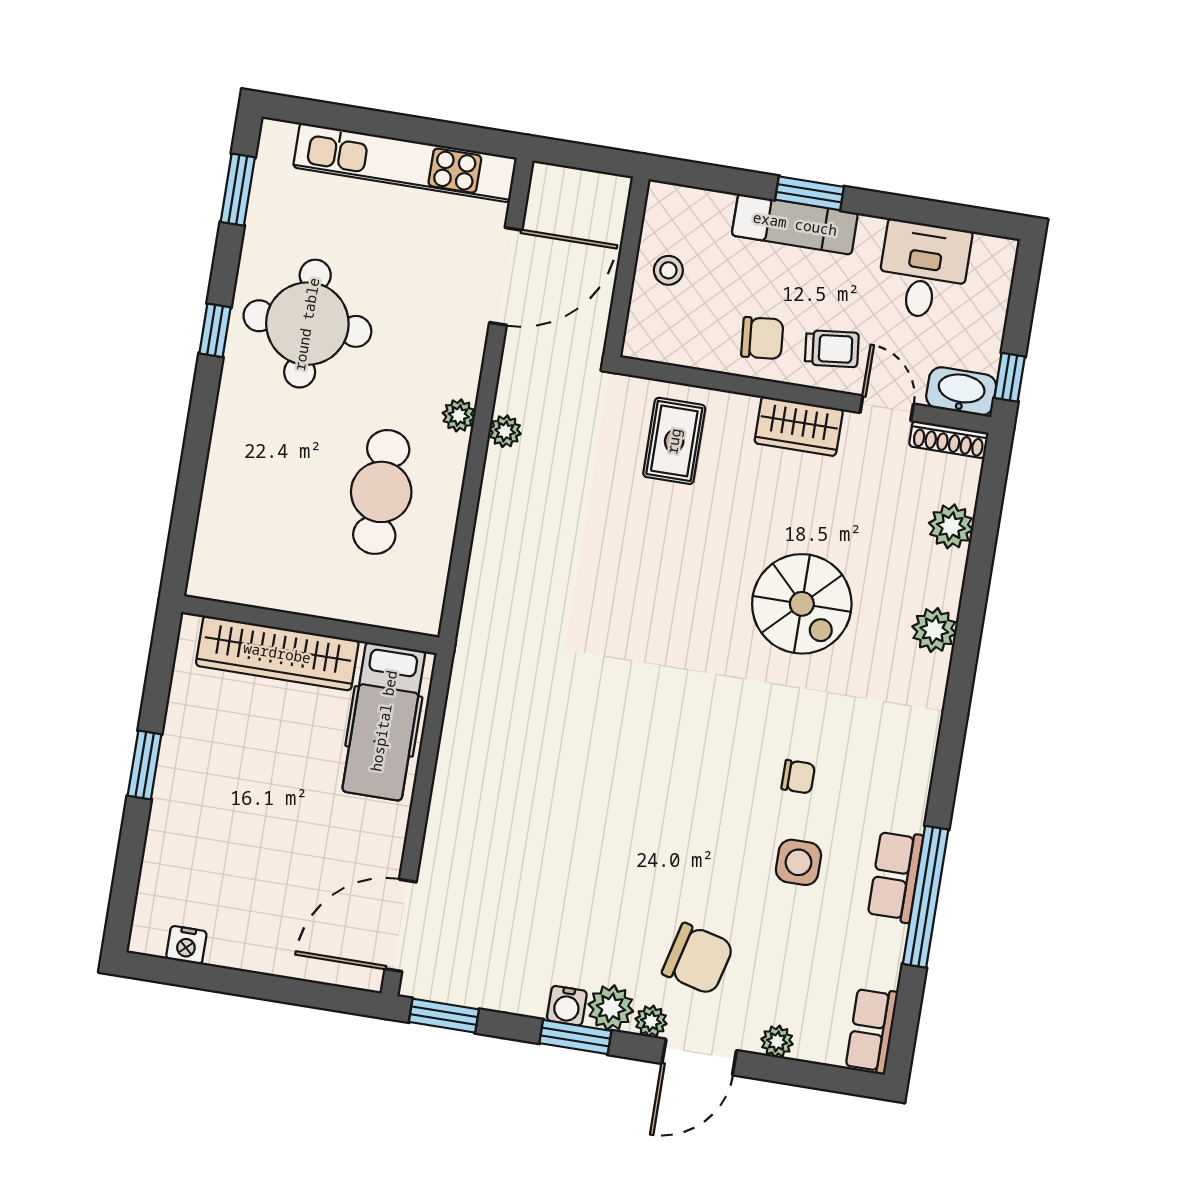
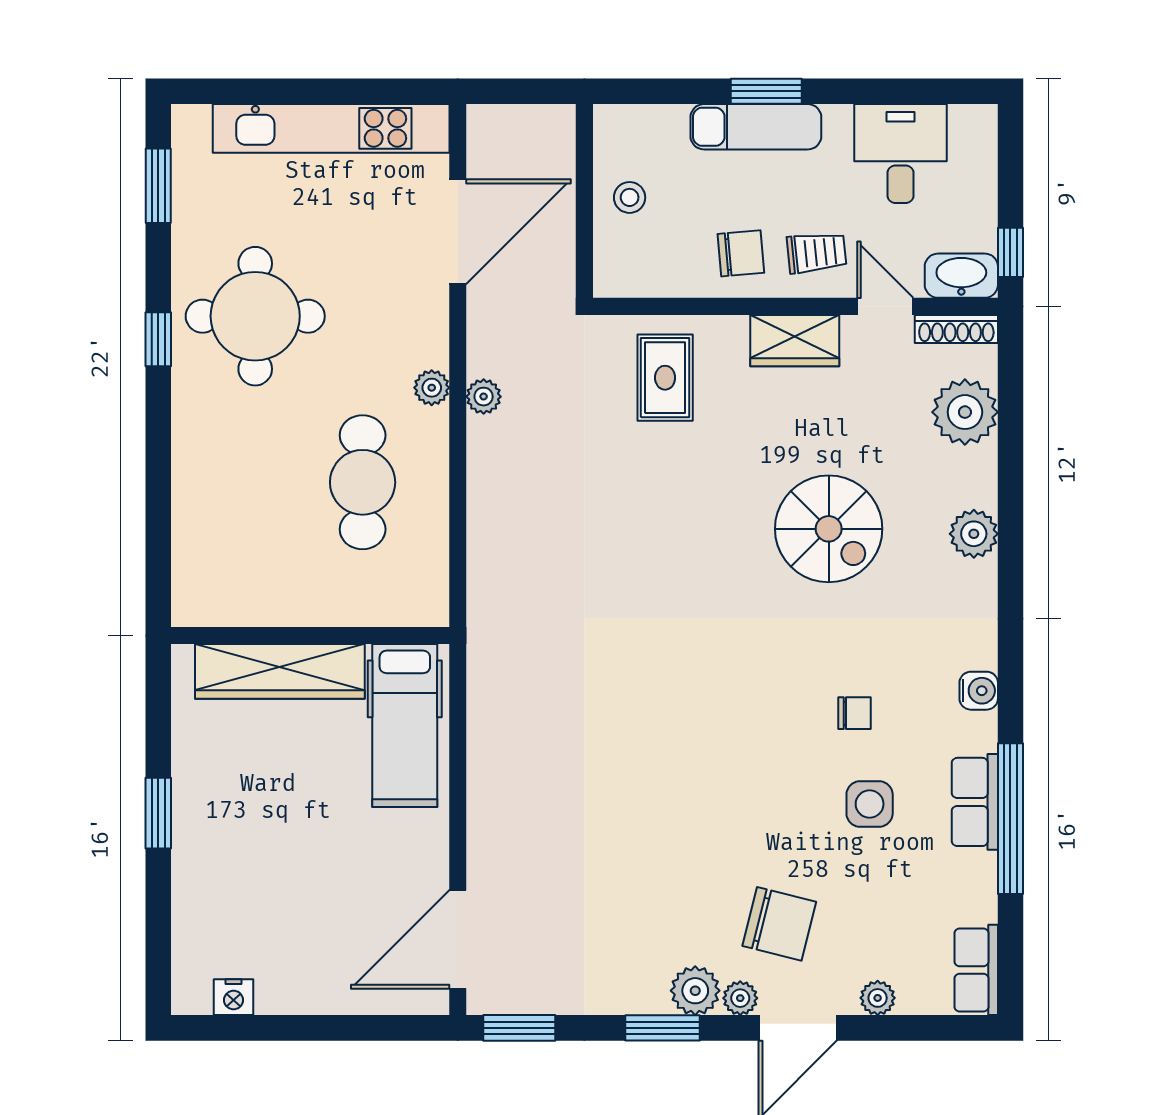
plant: (951, 526) -> (965, 412), width x1.36, depth x1.36
water cooler: (567, 1006) -> (979, 691), moved, turned -90

